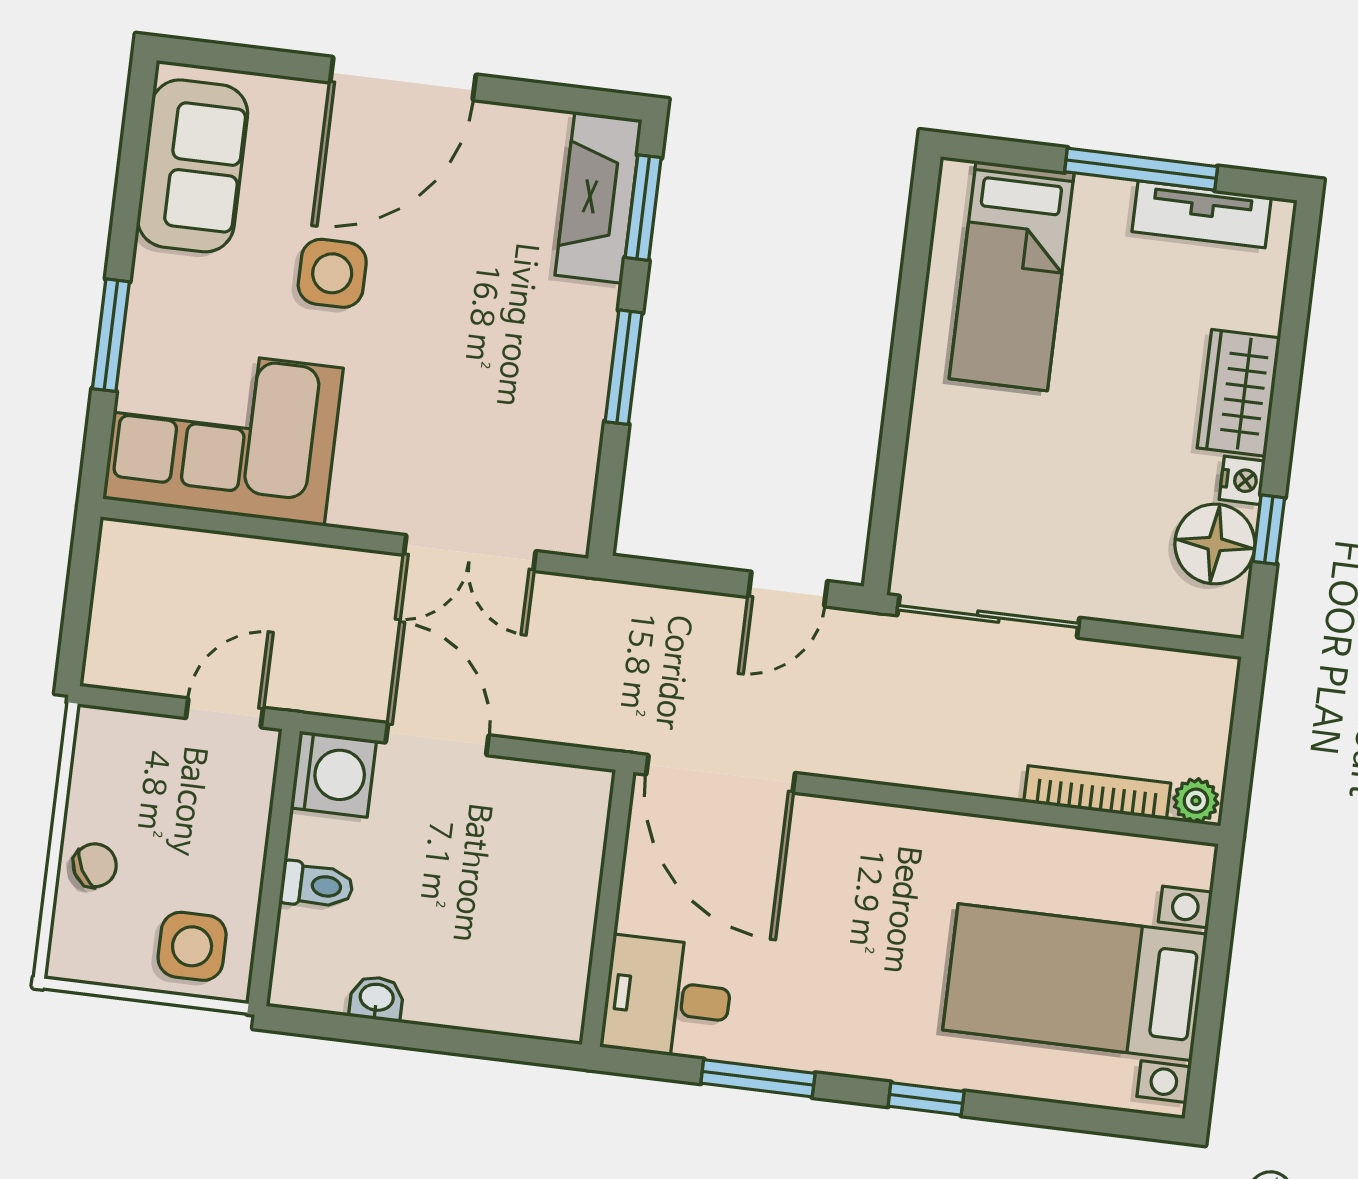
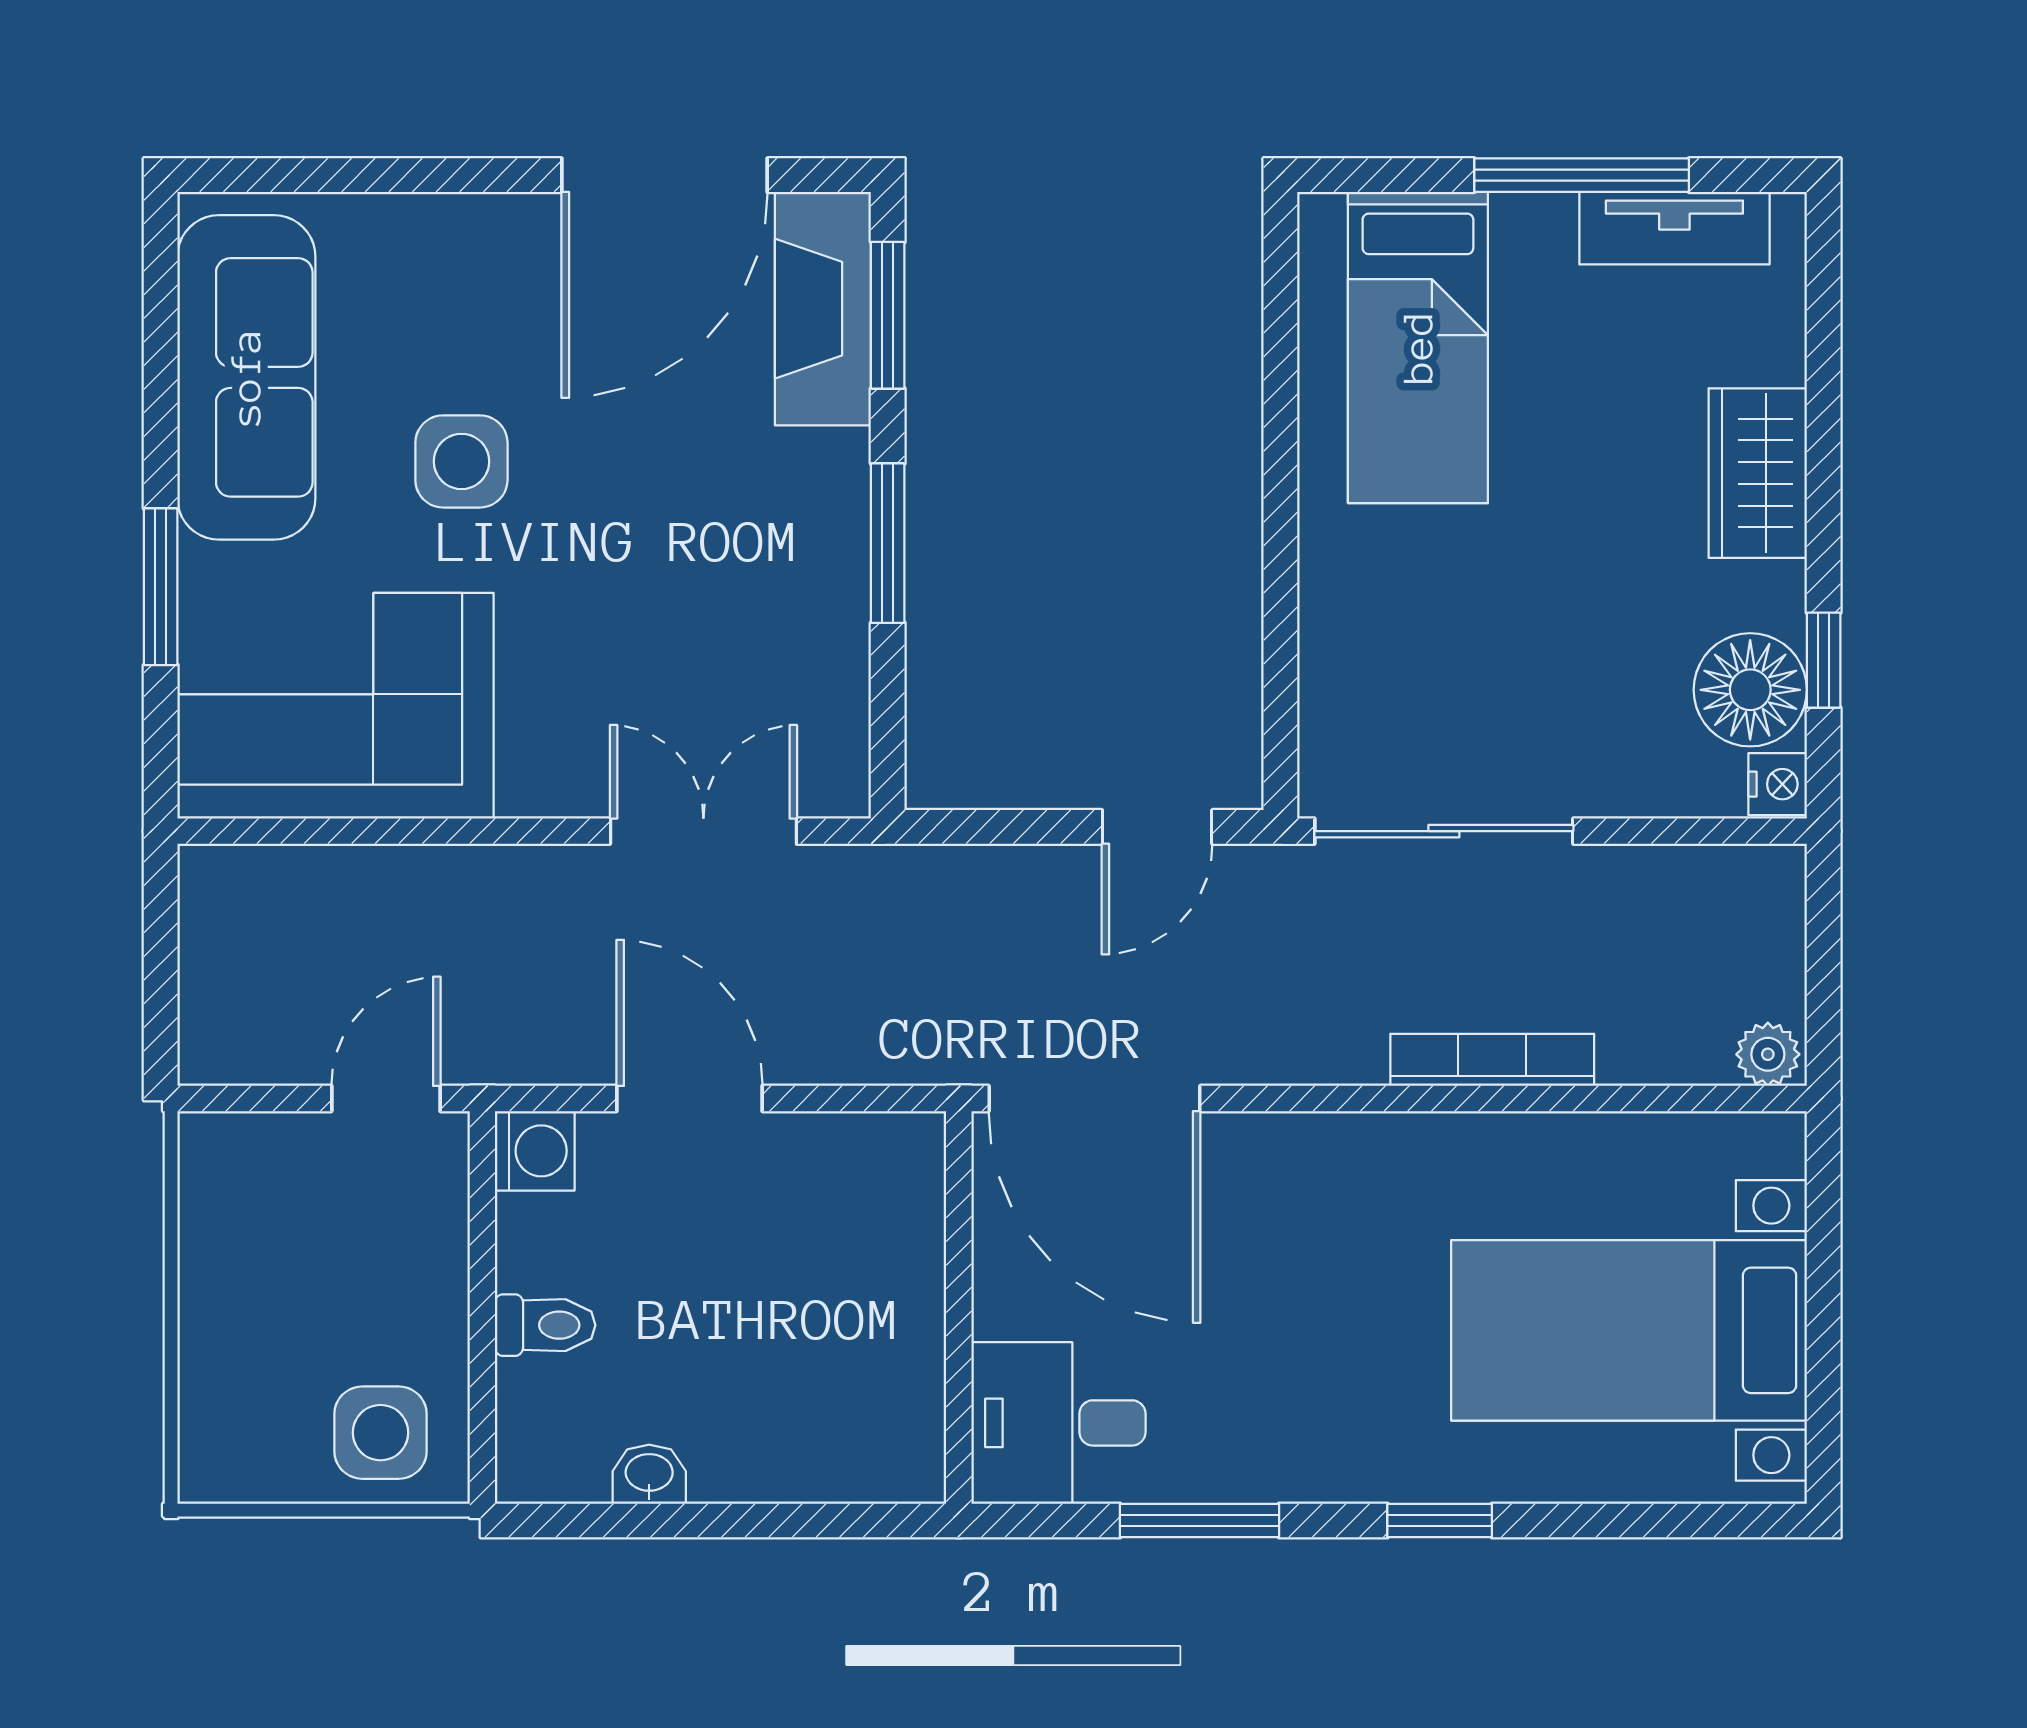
door: (403, 79) -> (665, 175), moved
sofa: (193, 166) -> (246, 377), width x1.36
nightstand: (1242, 480) -> (1778, 784), moved
double door: (470, 553) -> (703, 831), swing flipped
washing machine: (334, 774) -> (535, 1151), width x0.73, depth x0.73
bookcase: (1097, 793) -> (1492, 1060), moved
chair: (95, 865) -> (230, 1335), removed

